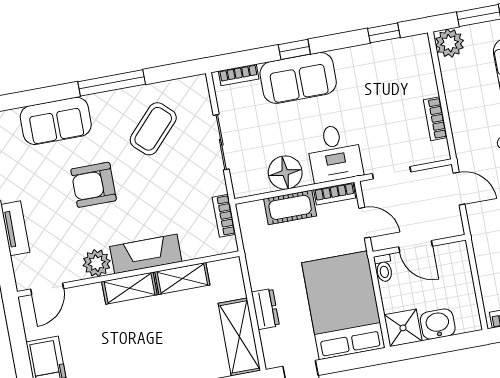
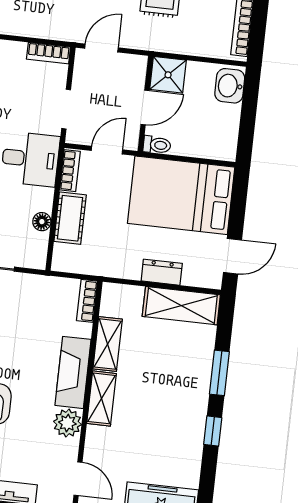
bookcase: (435, 119) -> (49, 53), moved
floor lamp: (285, 173) -> (42, 222), width x0.53, depth x0.53
bookcase: (224, 216) -> (87, 301), moved, turned 90
washbasin: (438, 324) -> (230, 86), moved
shower: (403, 328) -> (168, 75), moved

